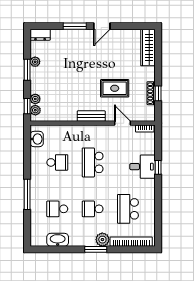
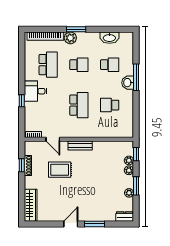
plant: (35, 110) -> (129, 170), moved
washbasin: (37, 139) -> (128, 83), moved
desk: (142, 167) -> (35, 91), moved

